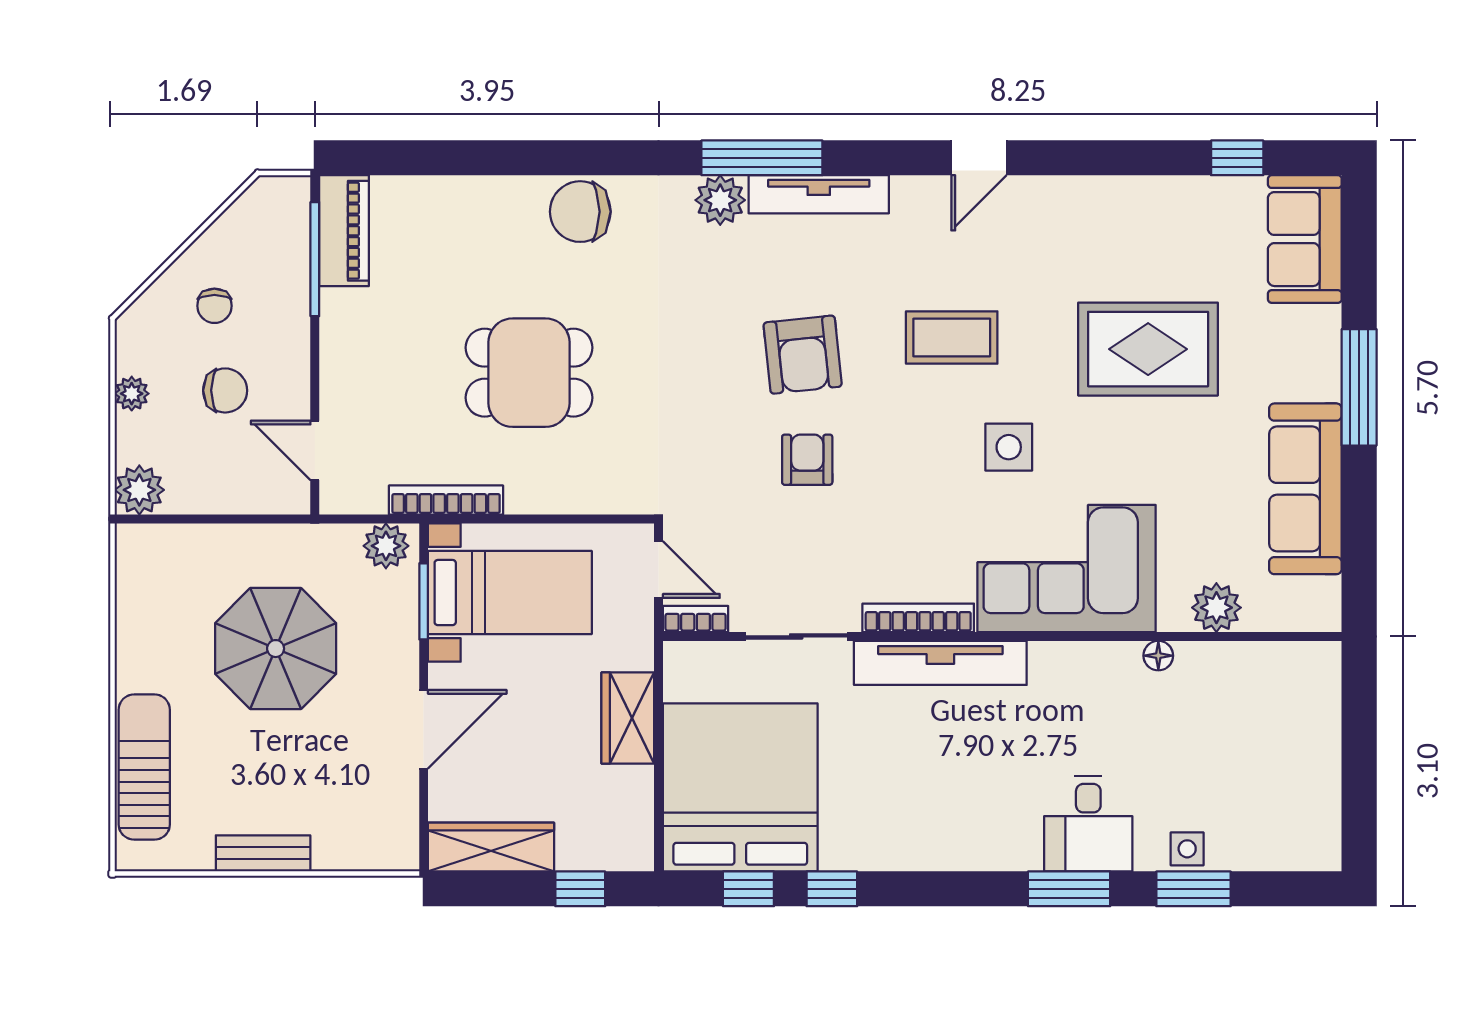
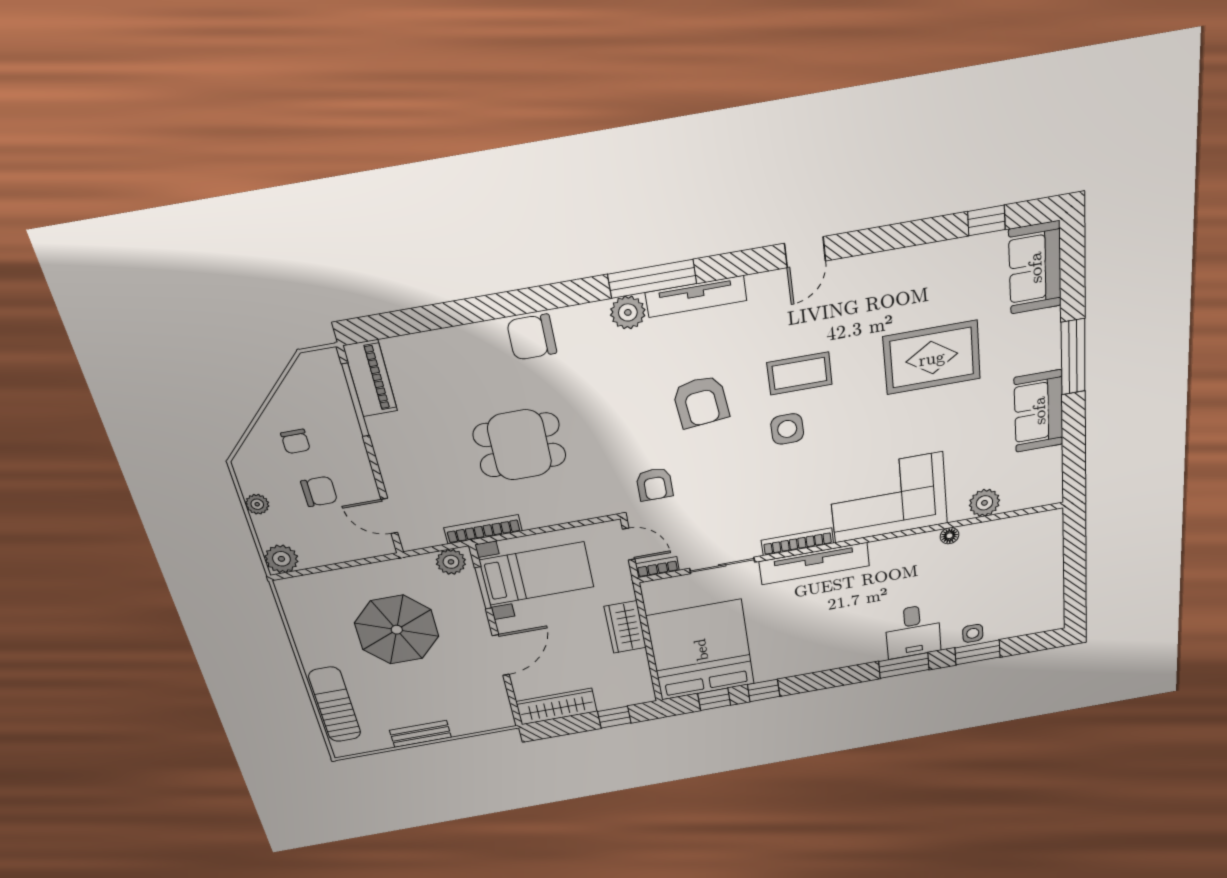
side table: (1009, 447) -> (787, 429), moved
armchair: (807, 460) -> (655, 484), moved, turned 180
sofa: (1305, 489) -> (1039, 411), width x0.73

